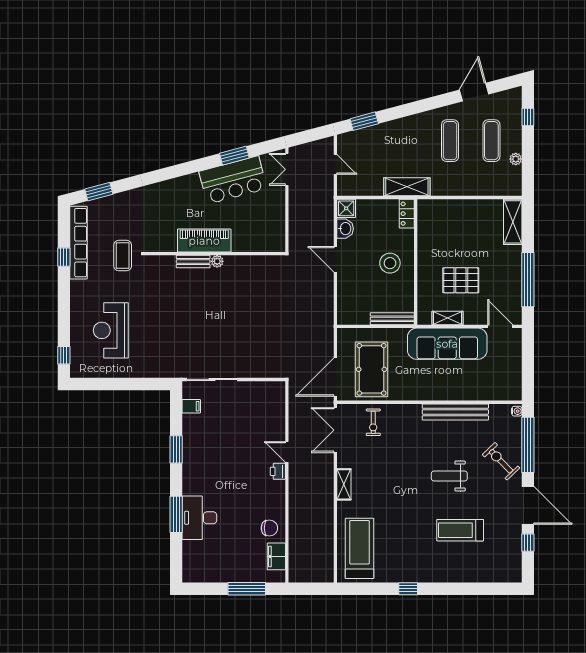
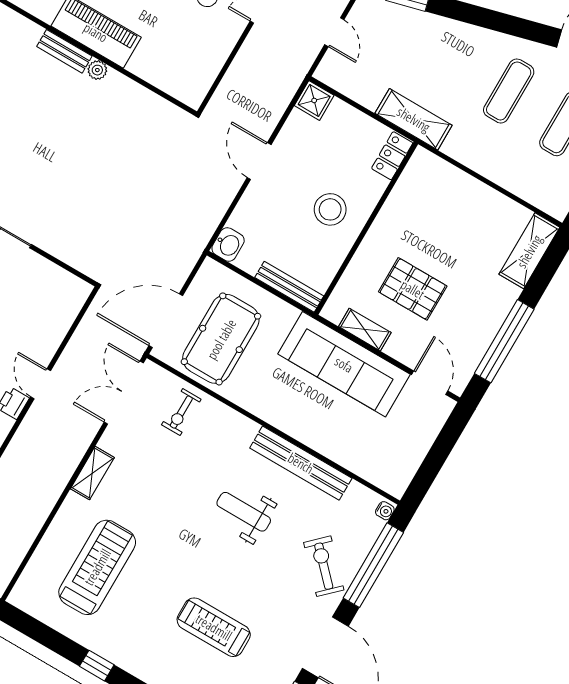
washbasin: (345, 229) -> (228, 244), moved
weight bench: (449, 476) -> (244, 512), moved
treadmill: (360, 548) -> (97, 567), moved

